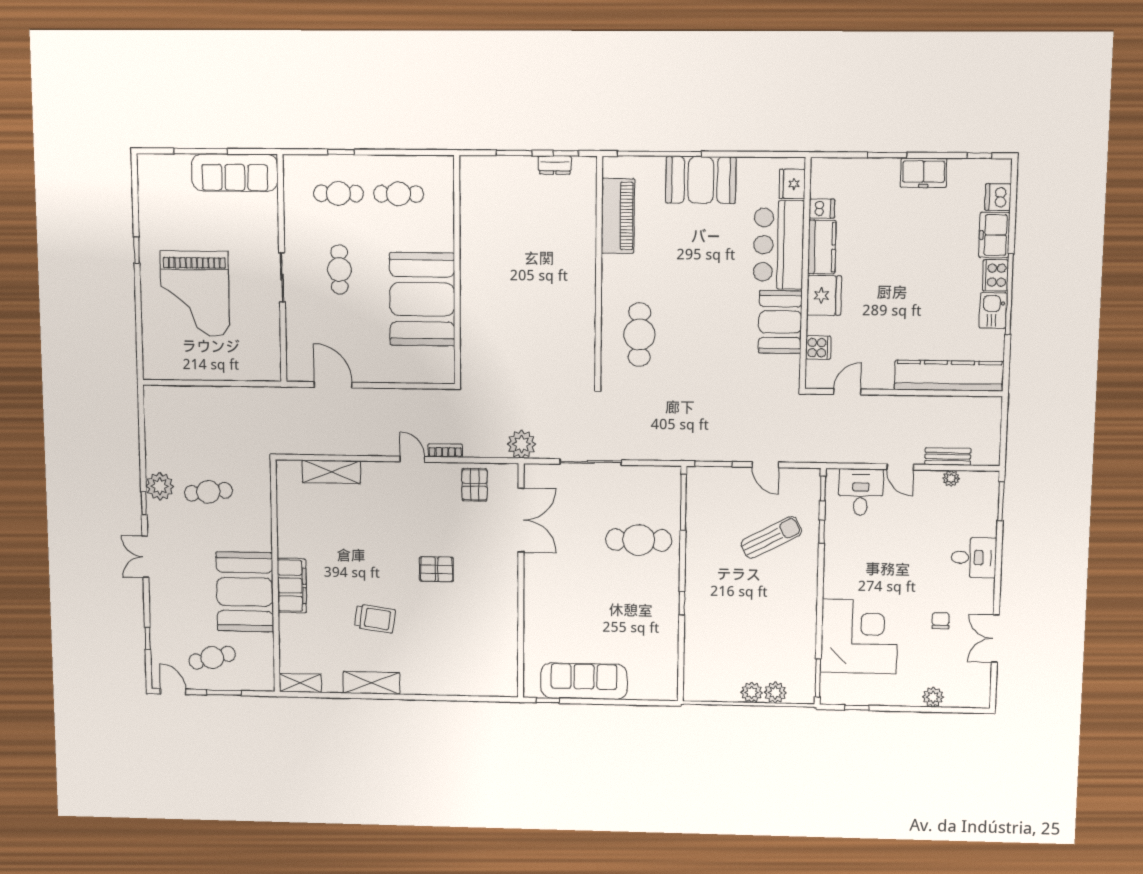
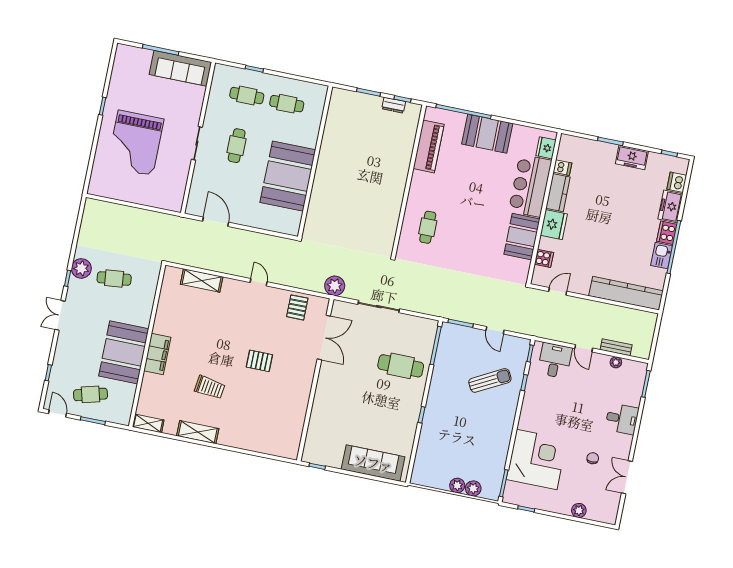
cafe table: (639, 335) -> (428, 227), width x0.73, depth x0.74
bookcase: (445, 450) -> (282, 280), removed
sofa: (584, 681) -> (373, 463), moved

